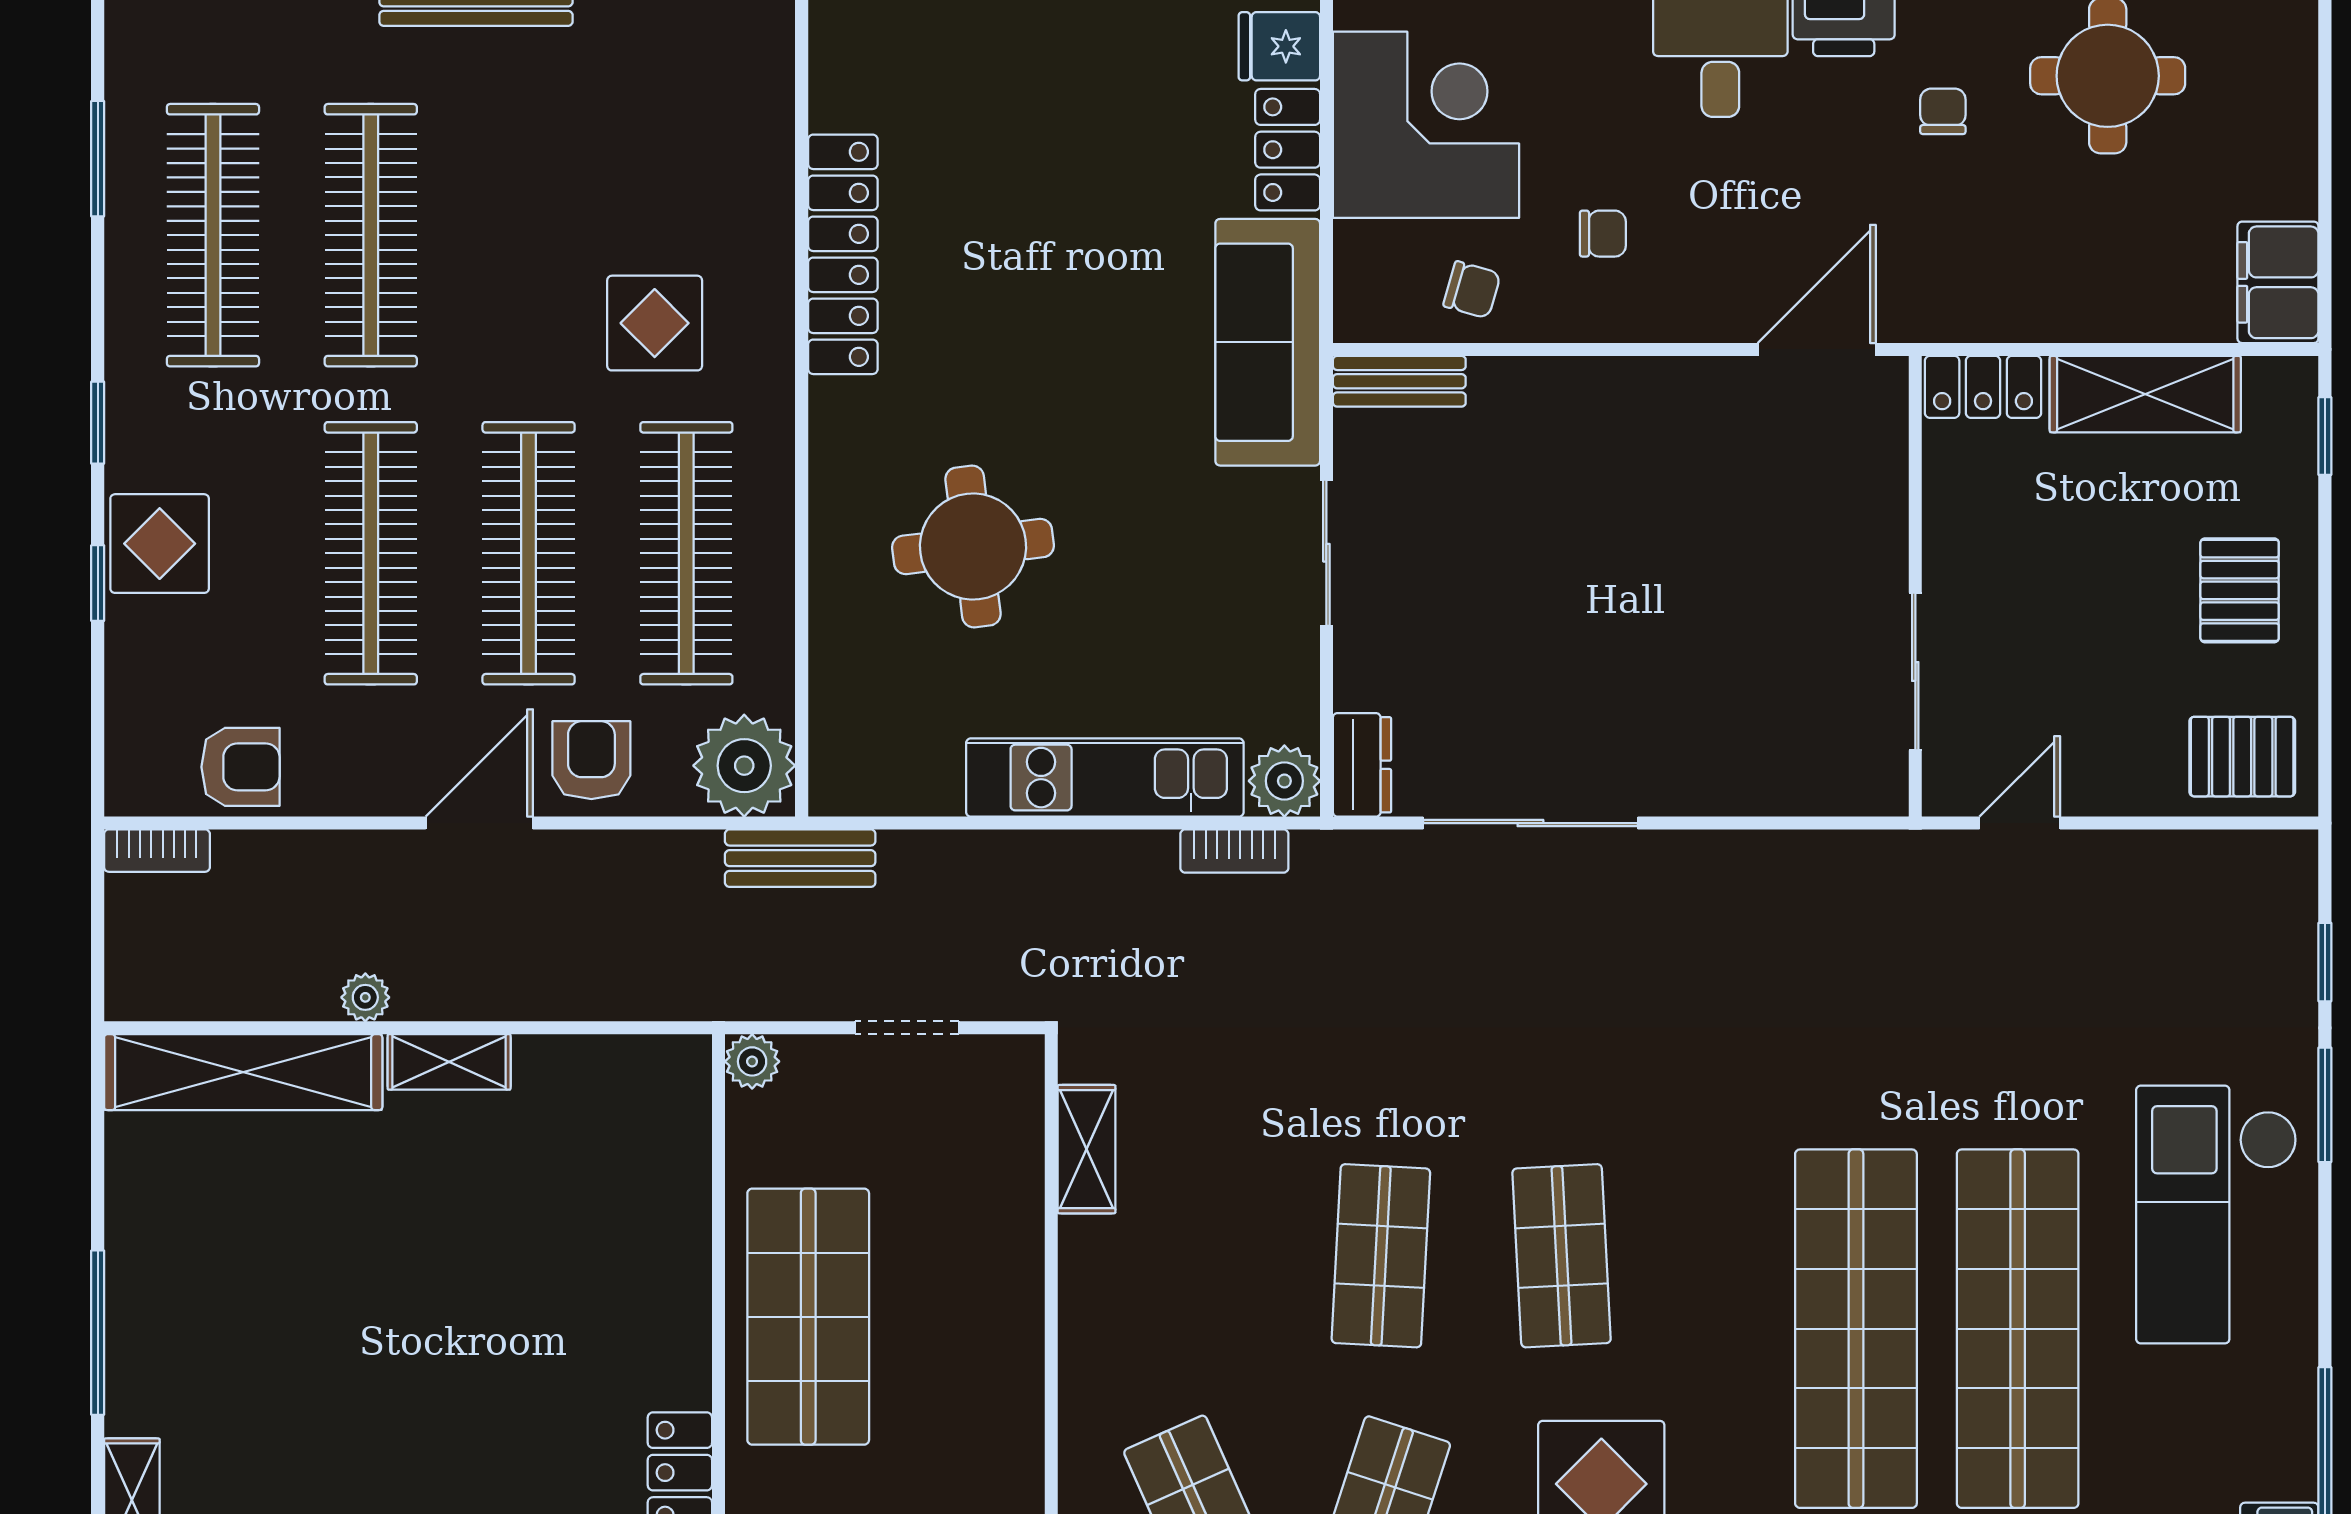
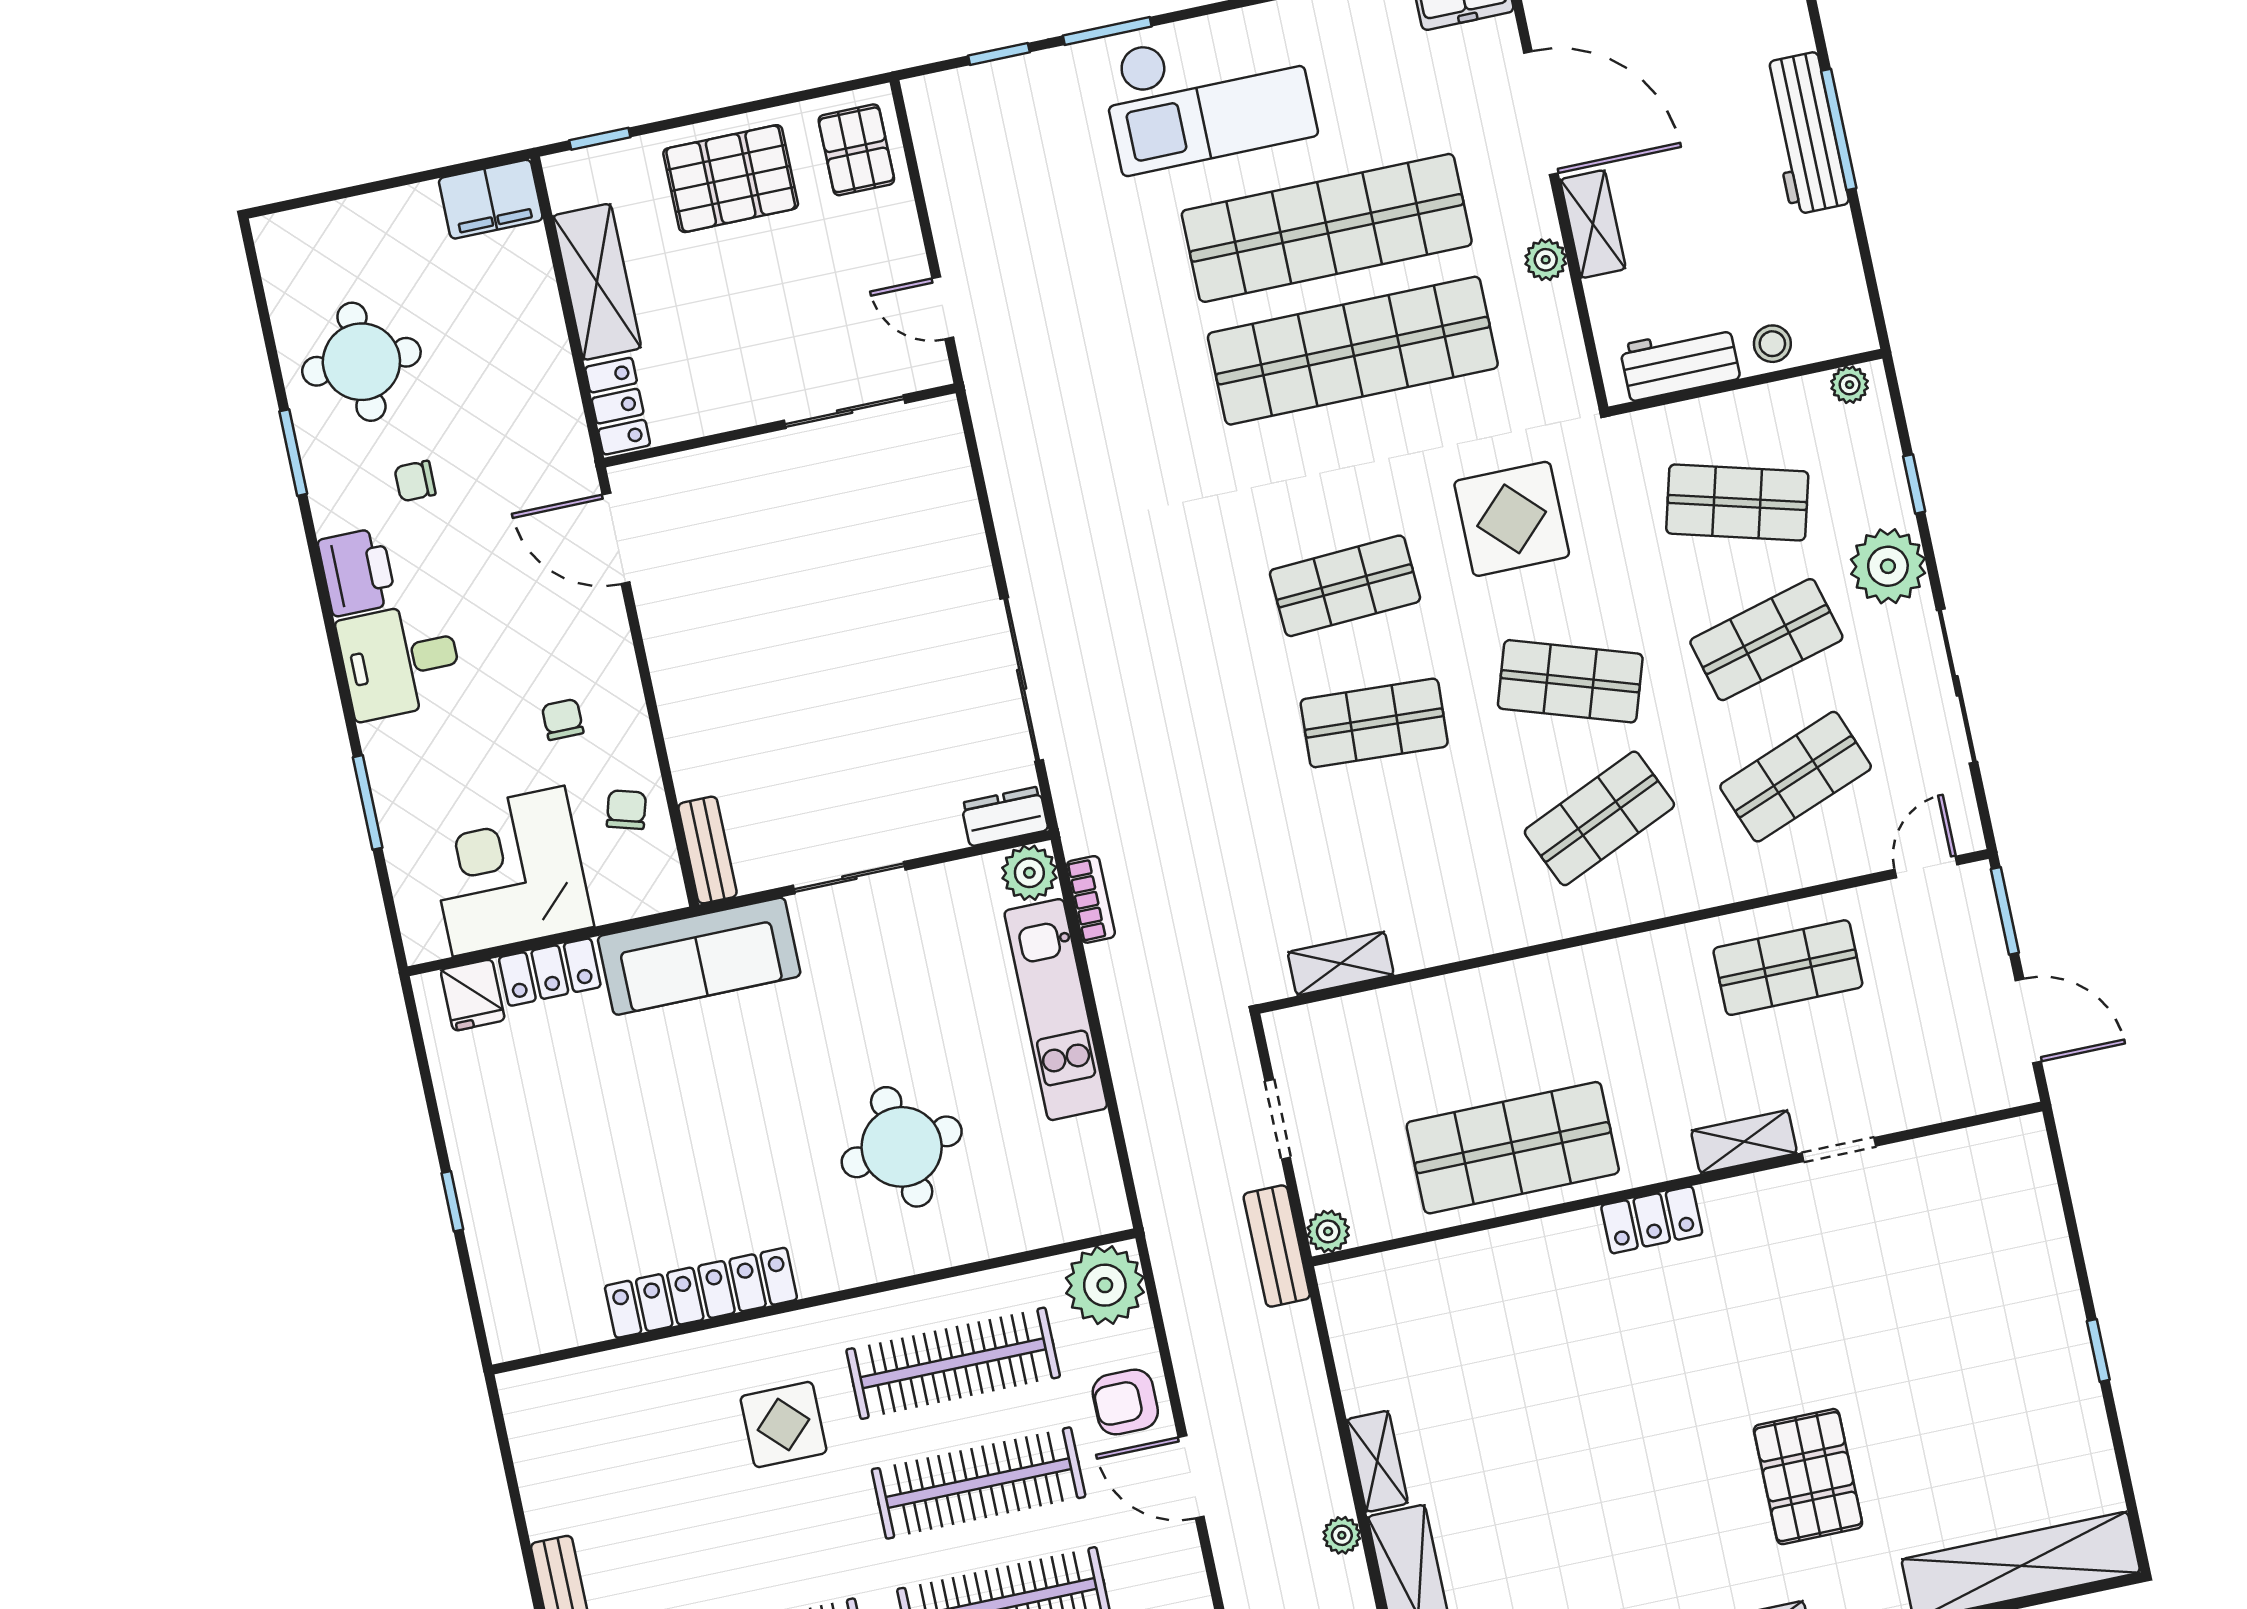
pallet: (2240, 590) -> (731, 179), width x1.50, depth x1.42
bench: (800, 858) -> (1277, 1246), moved

